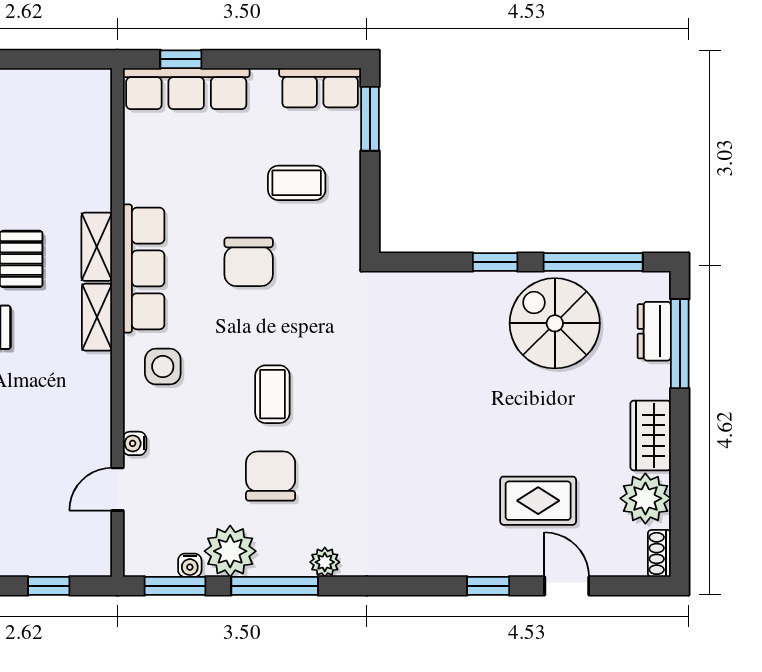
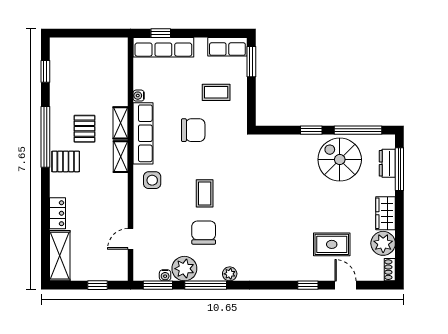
chair: (249, 262) -> (193, 130), turned -90
water cooler: (135, 443) -> (139, 96), moved

